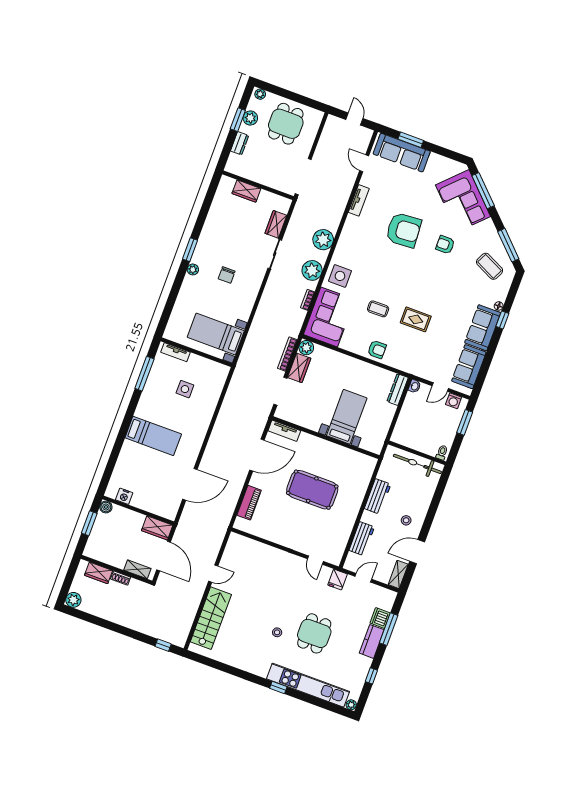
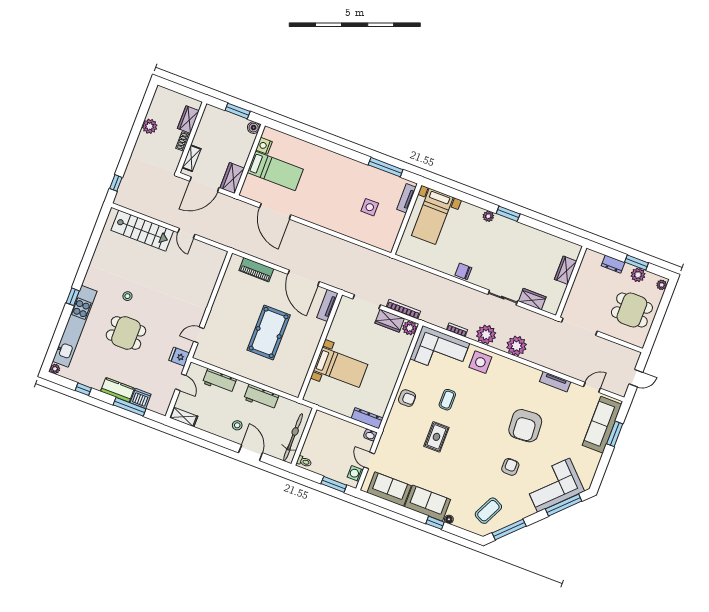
chair: (227, 275) -> (463, 271), moved
bed with nightstands: (216, 334) -> (432, 216), moved, turned 180
armchair: (377, 349) -> (407, 398), turned -90
bed: (153, 436) -> (275, 171), moved, turned -90
door: (417, 552) -> (251, 453), moved
plant: (73, 600) -> (150, 126), moved

